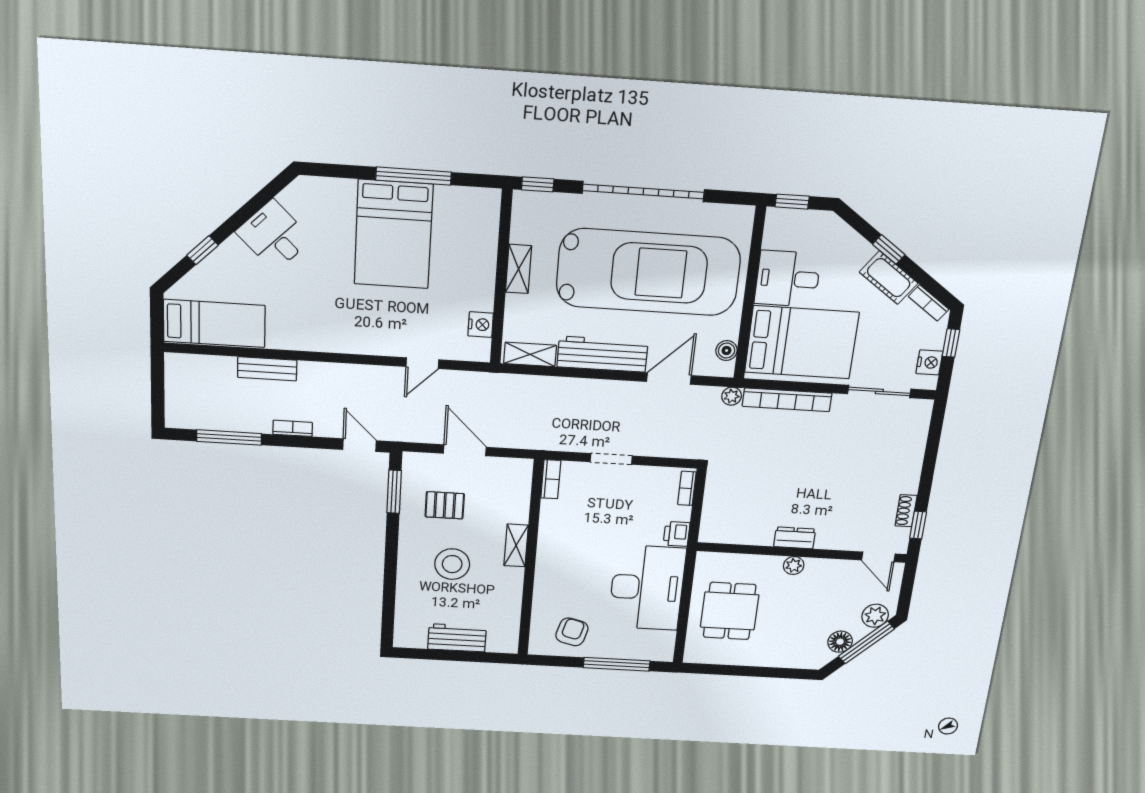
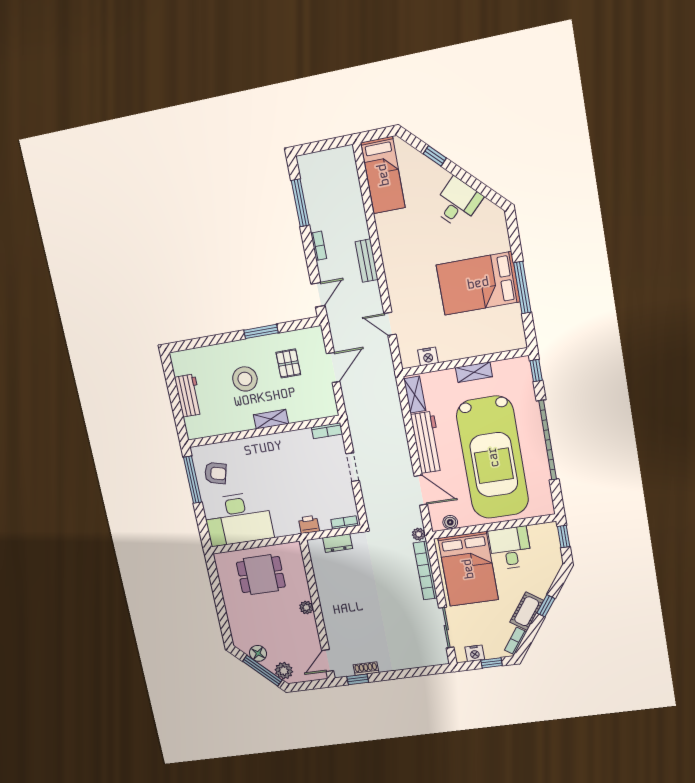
bench: (267, 369) -> (367, 261), moved
window: (394, 492) -> (261, 331), moved
dresser: (795, 538) -> (337, 543), moved, turned 90
desk: (647, 588) -> (238, 519), moved
window: (617, 664) -> (193, 480), moved

